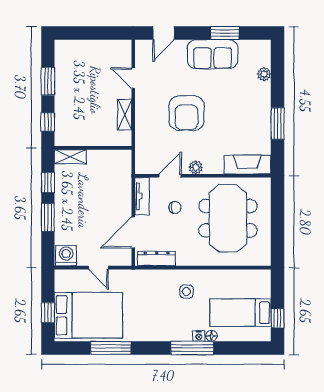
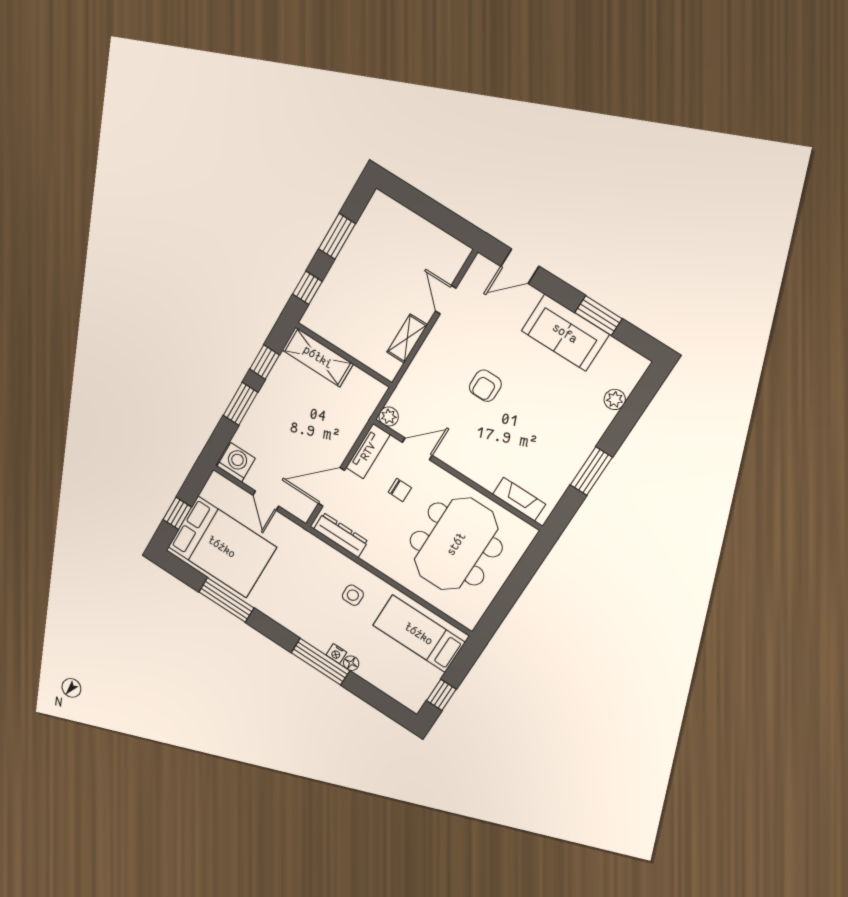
armchair: (187, 113) -> (485, 386), width x0.53, depth x0.53
shelving: (70, 157) -> (318, 357), width x1.50, depth x1.33
fireplace: (247, 165) -> (519, 499), width x0.73, depth x0.76
plant: (196, 167) -> (389, 416), moved
bed: (240, 313) -> (419, 634), moved

